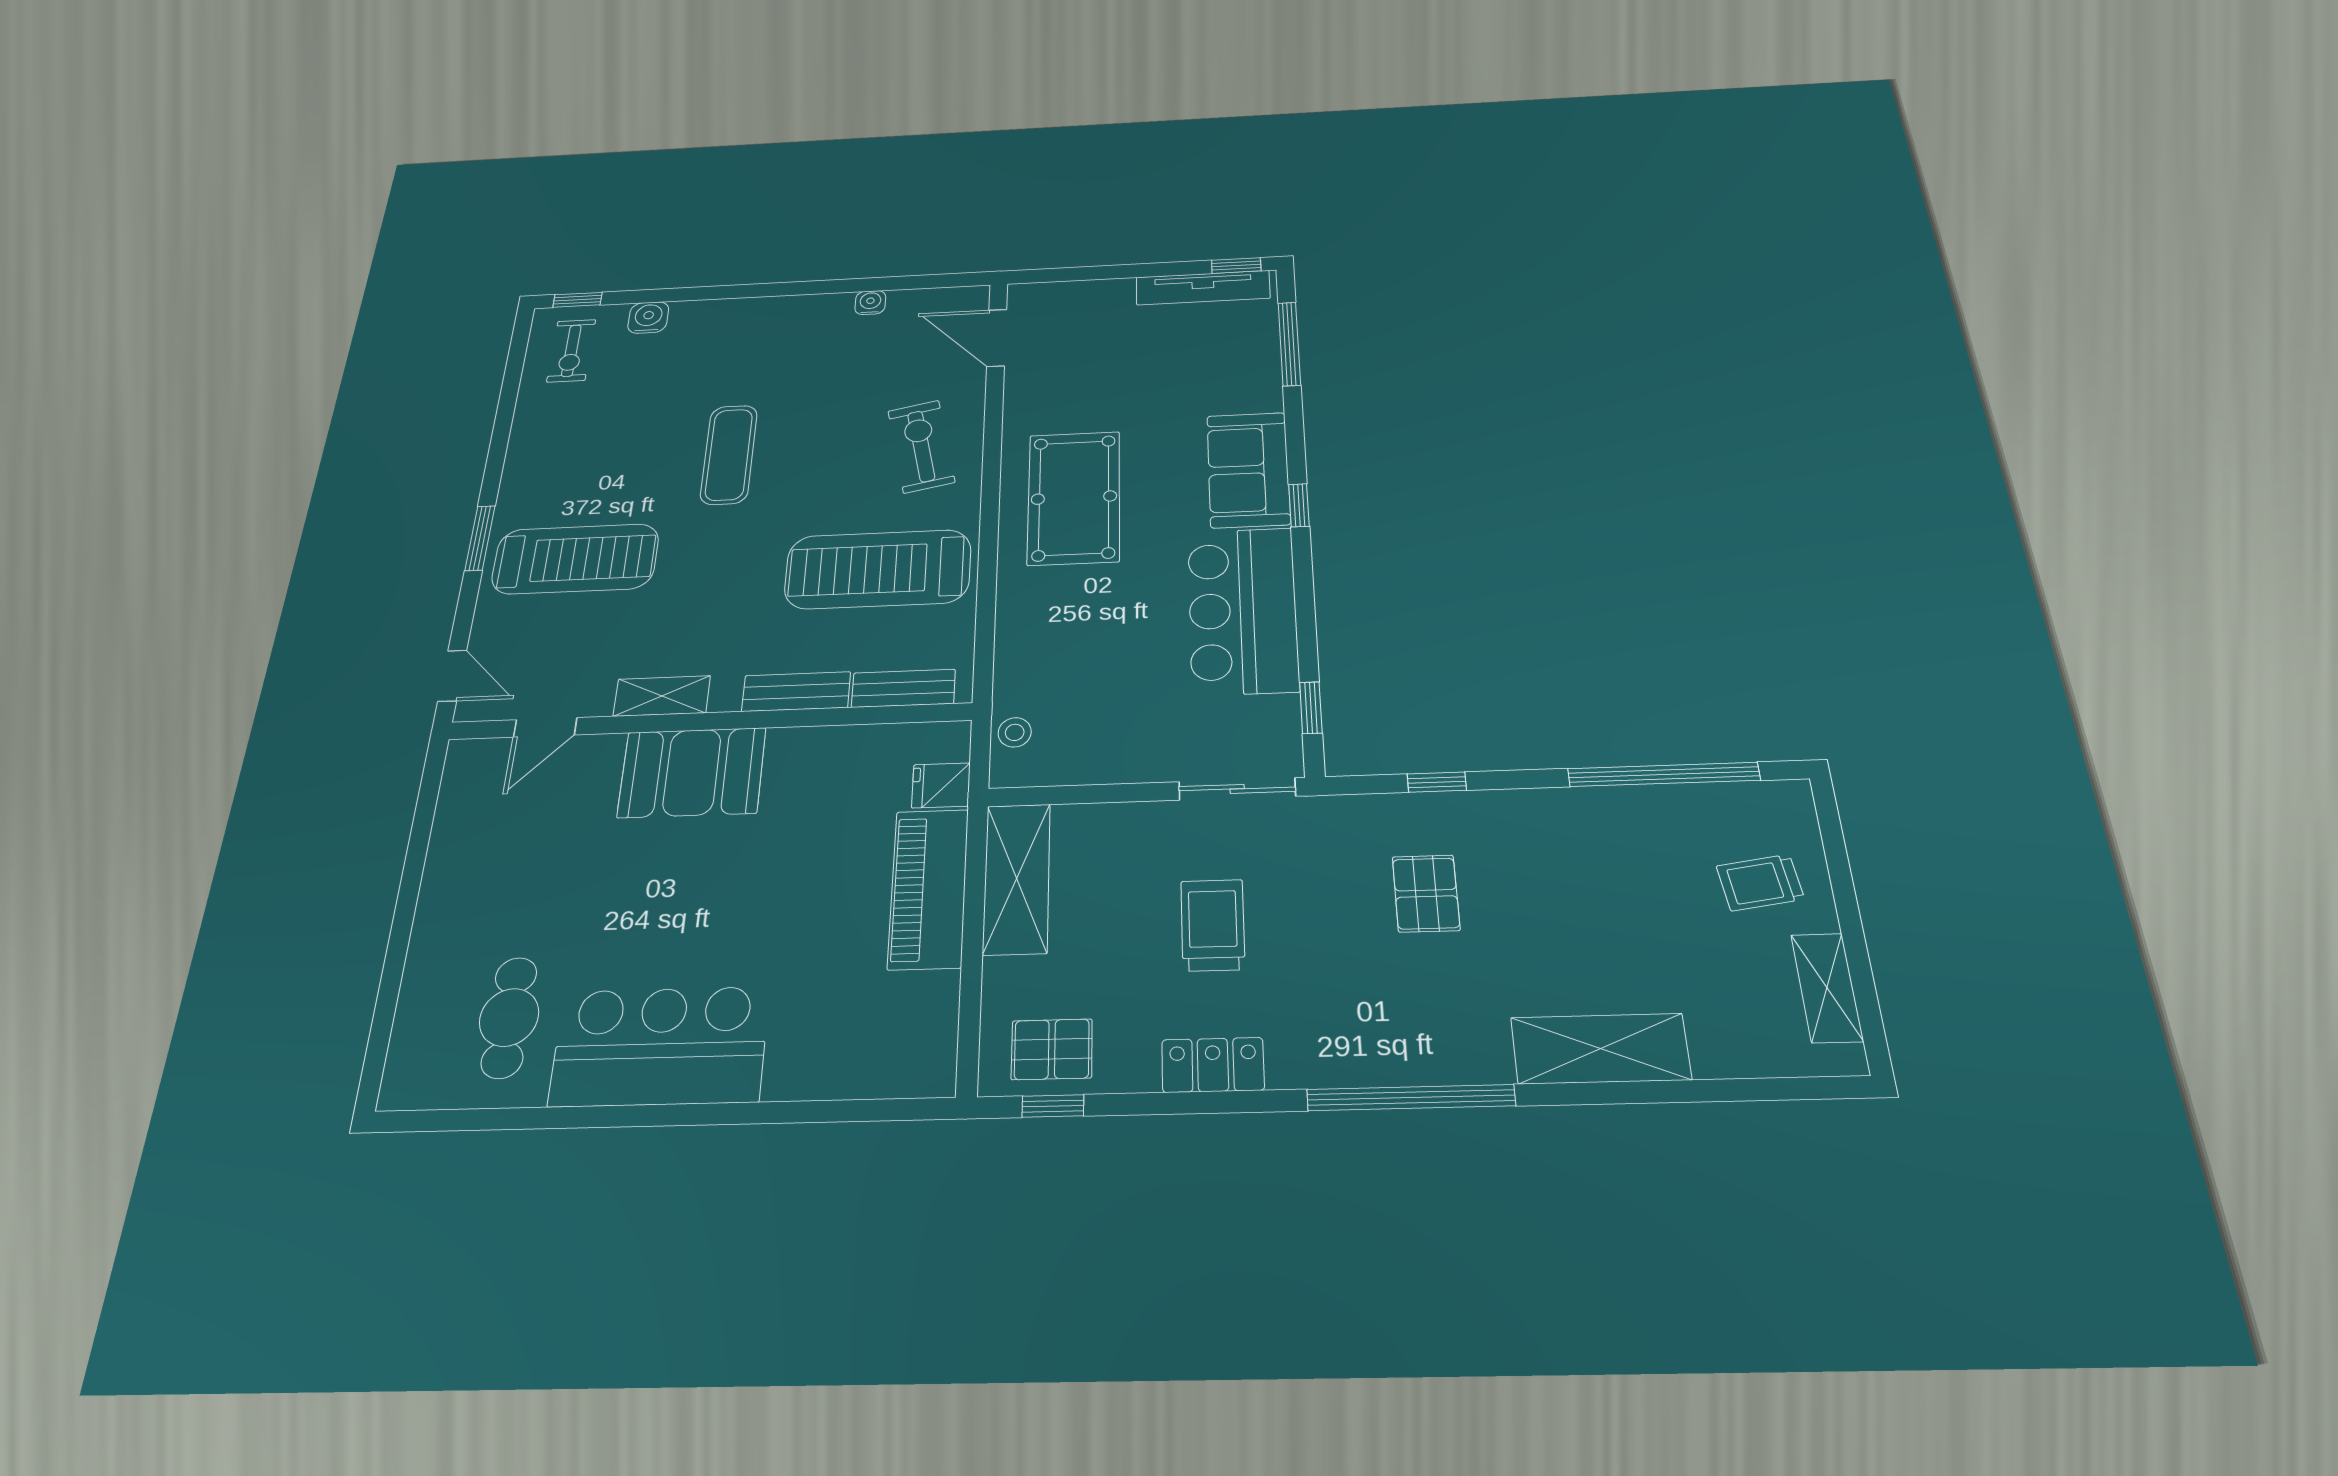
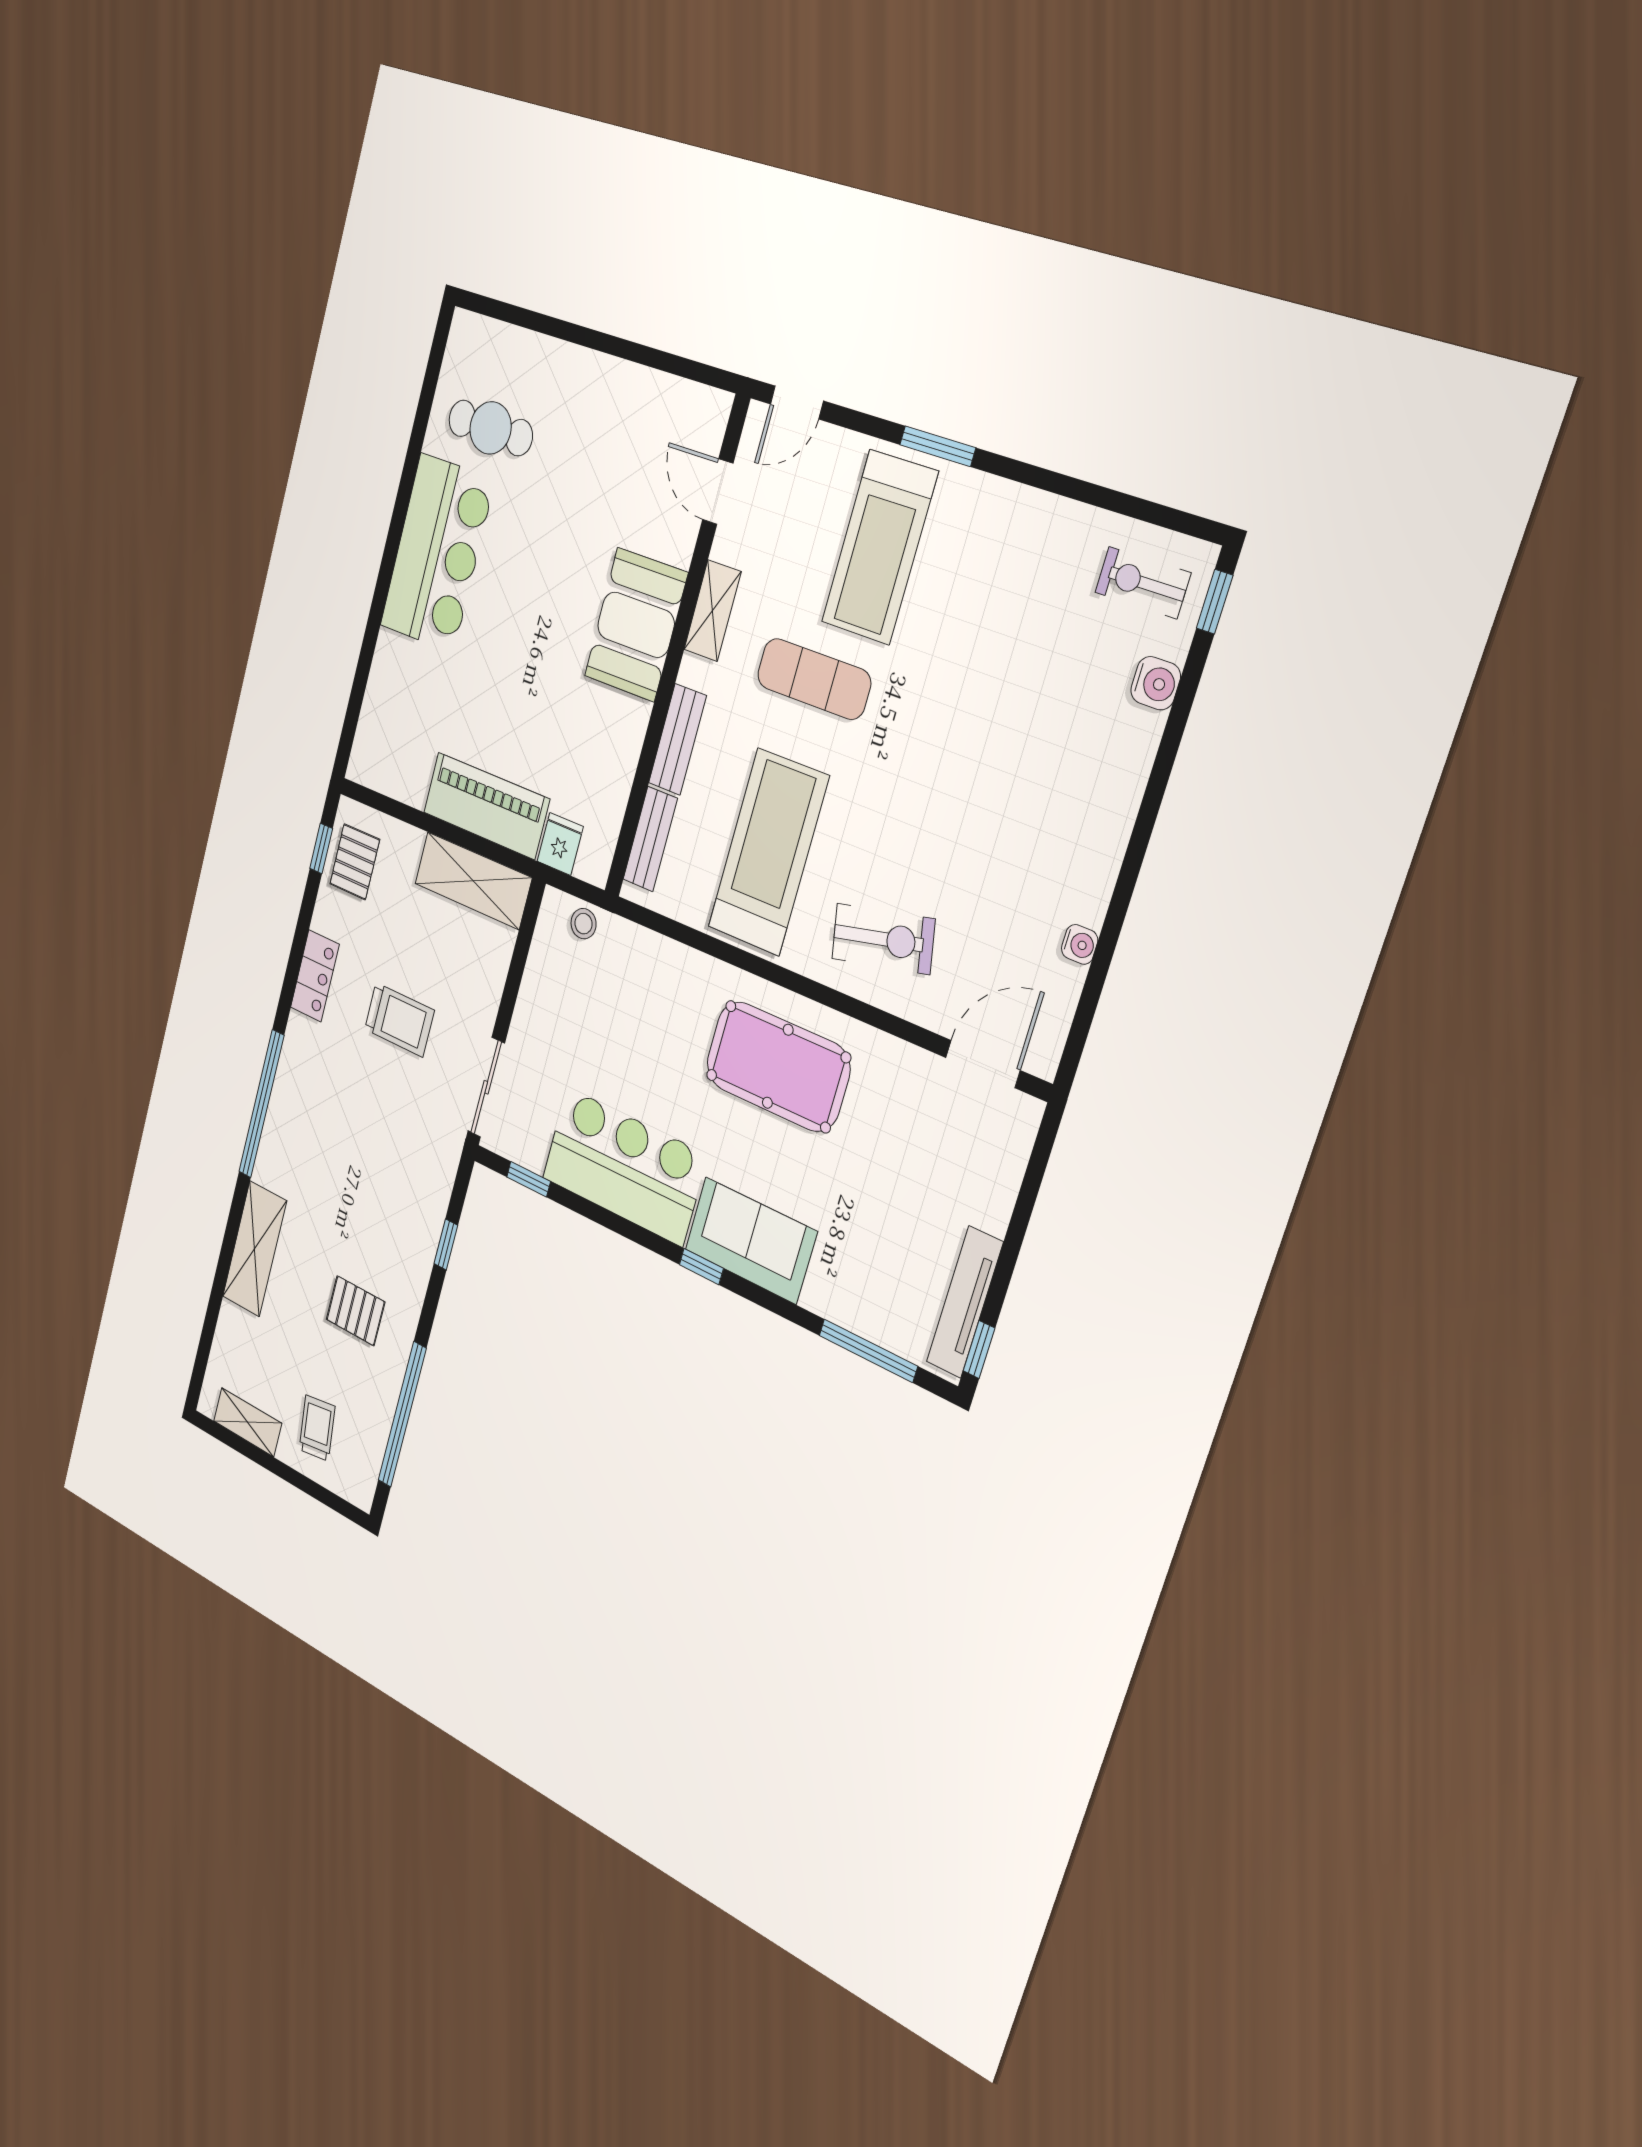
exercise mat: (729, 455) -> (814, 679), moved
pallet: (1426, 893) -> (356, 1311), moved

